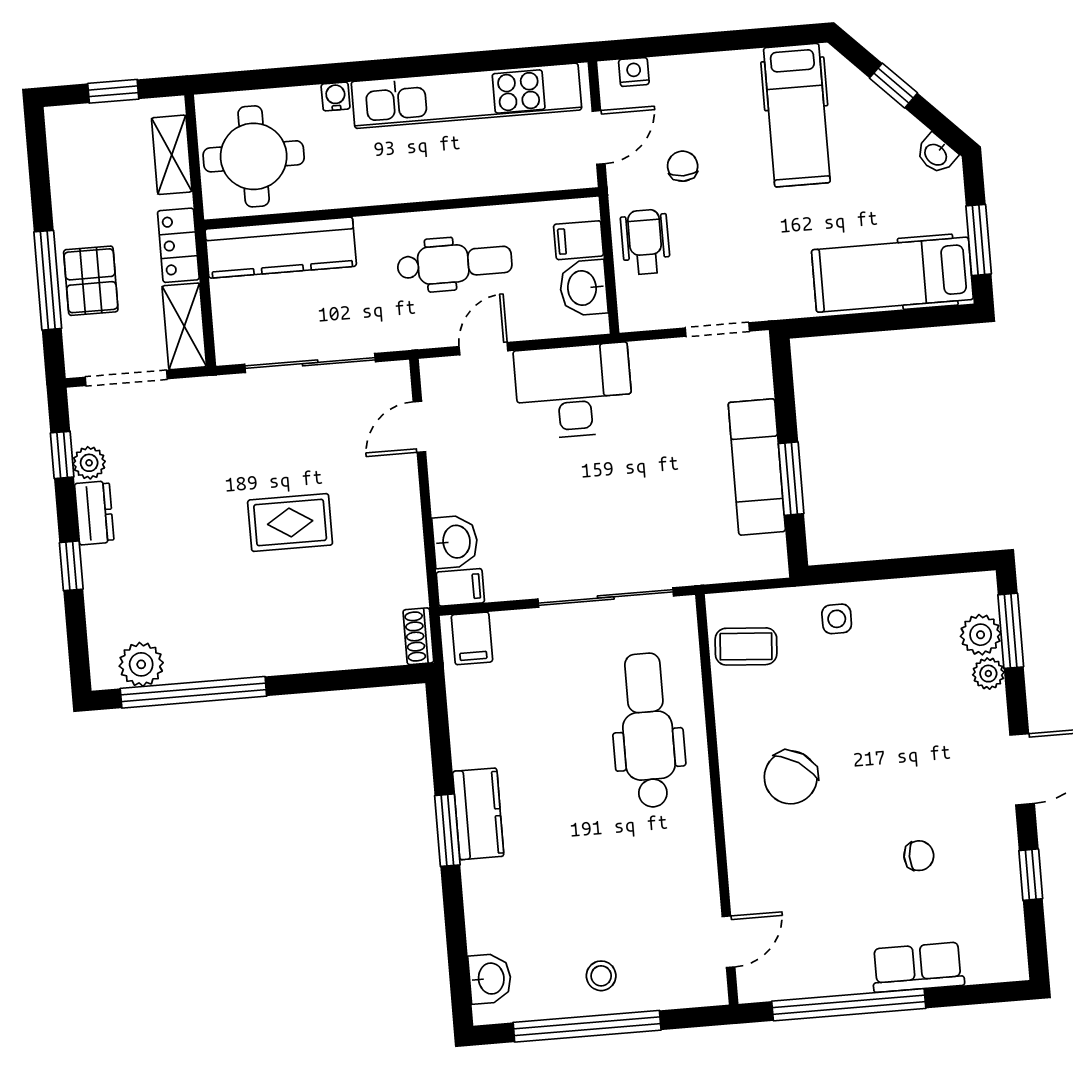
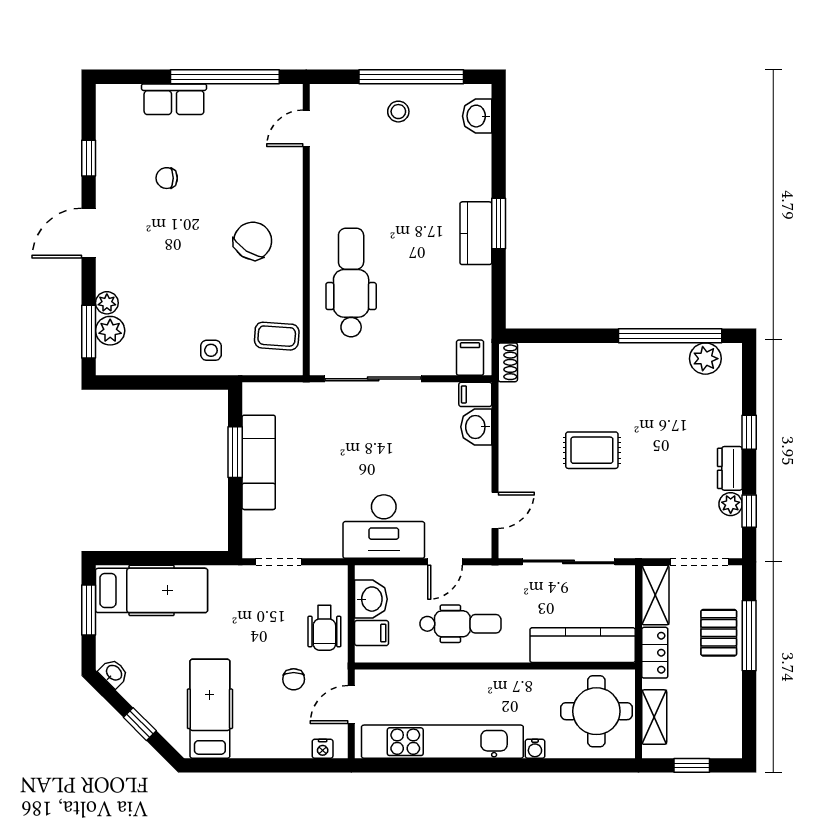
dental chair: (455, 263) -> (460, 624), turned 180
dental chair: (648, 730) -> (351, 282), turned 180

